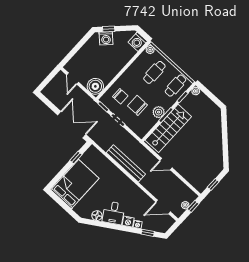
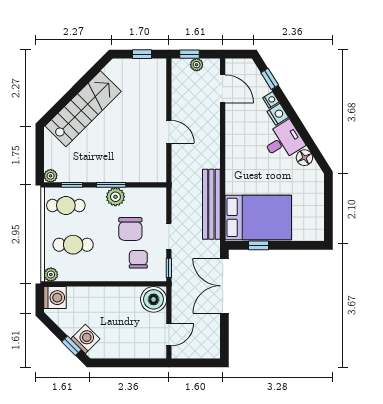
stairs: (168, 128) -> (83, 109), moved, turned 135
bench: (126, 163) -> (211, 204), moved
bed: (75, 184) -> (258, 217), moved, turned 180

